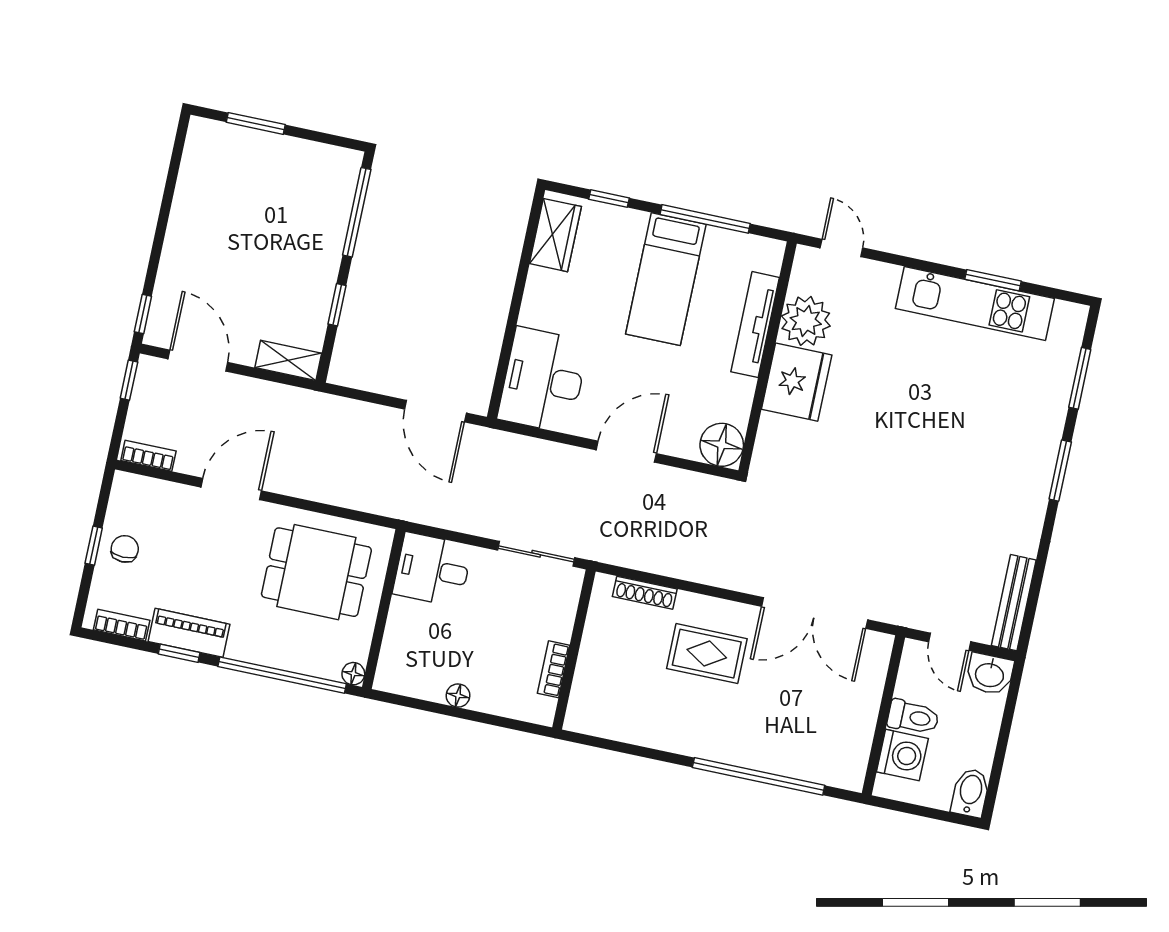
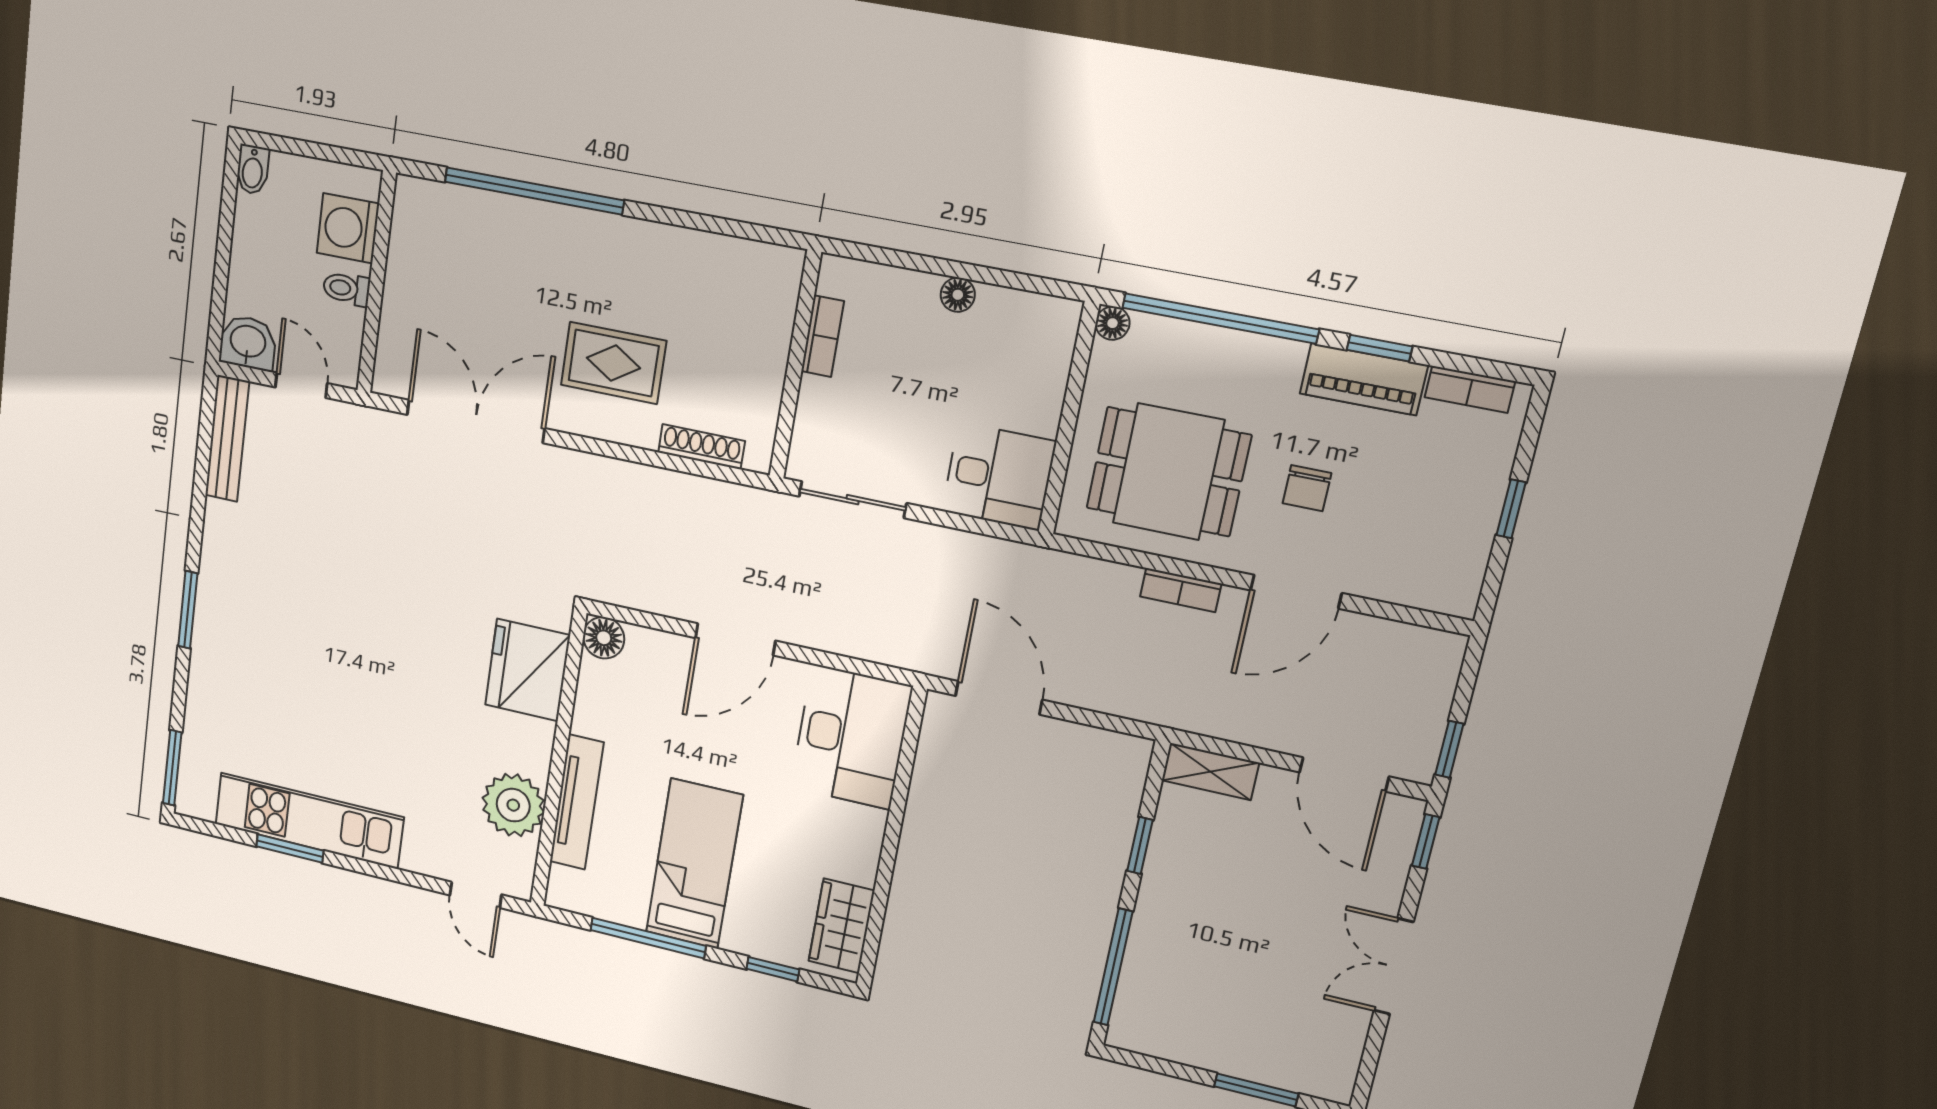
double door: (163, 222) -> (1394, 966), added
window: (1080, 378) -> (172, 768), moved
fridge: (797, 382) -> (527, 670), moved
floor lamp: (722, 445) -> (604, 638), width x0.73, depth x0.73
bookcase: (148, 456) -> (1181, 590), moved
chair: (125, 549) -> (1307, 488), moved
toilet: (913, 717) -> (346, 289), width x0.73, depth x0.72
bidet: (970, 793) -> (253, 170), width x0.72, depth x0.74

